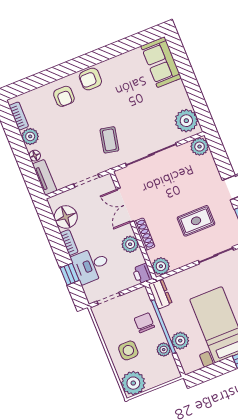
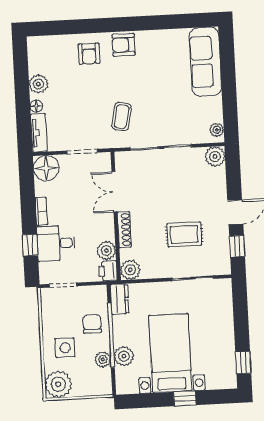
sofa: (161, 62) -> (205, 62), width x1.36
bookcase: (19, 116) -> (34, 58), removed
plant: (186, 121) -> (217, 130), width x0.53, depth x0.53
floor lamp: (66, 217) -> (46, 168), moved
plant: (130, 244) -> (106, 250), moved

